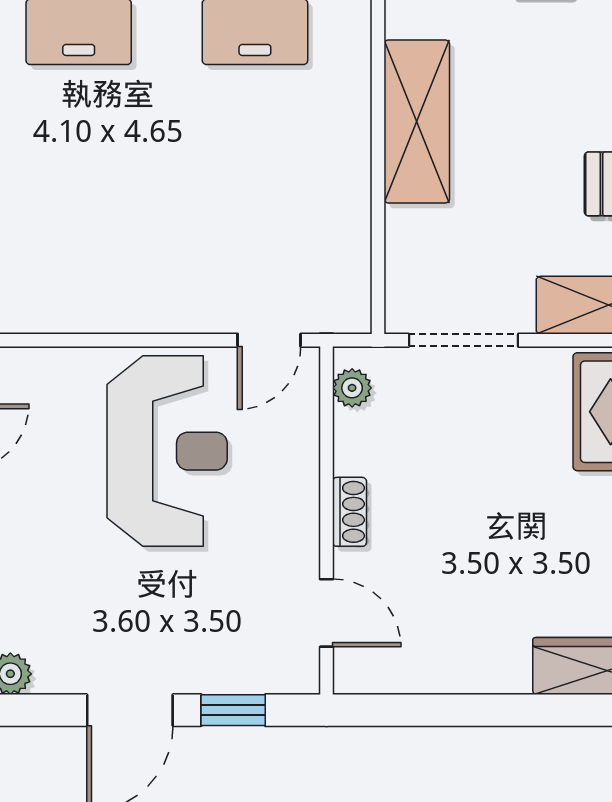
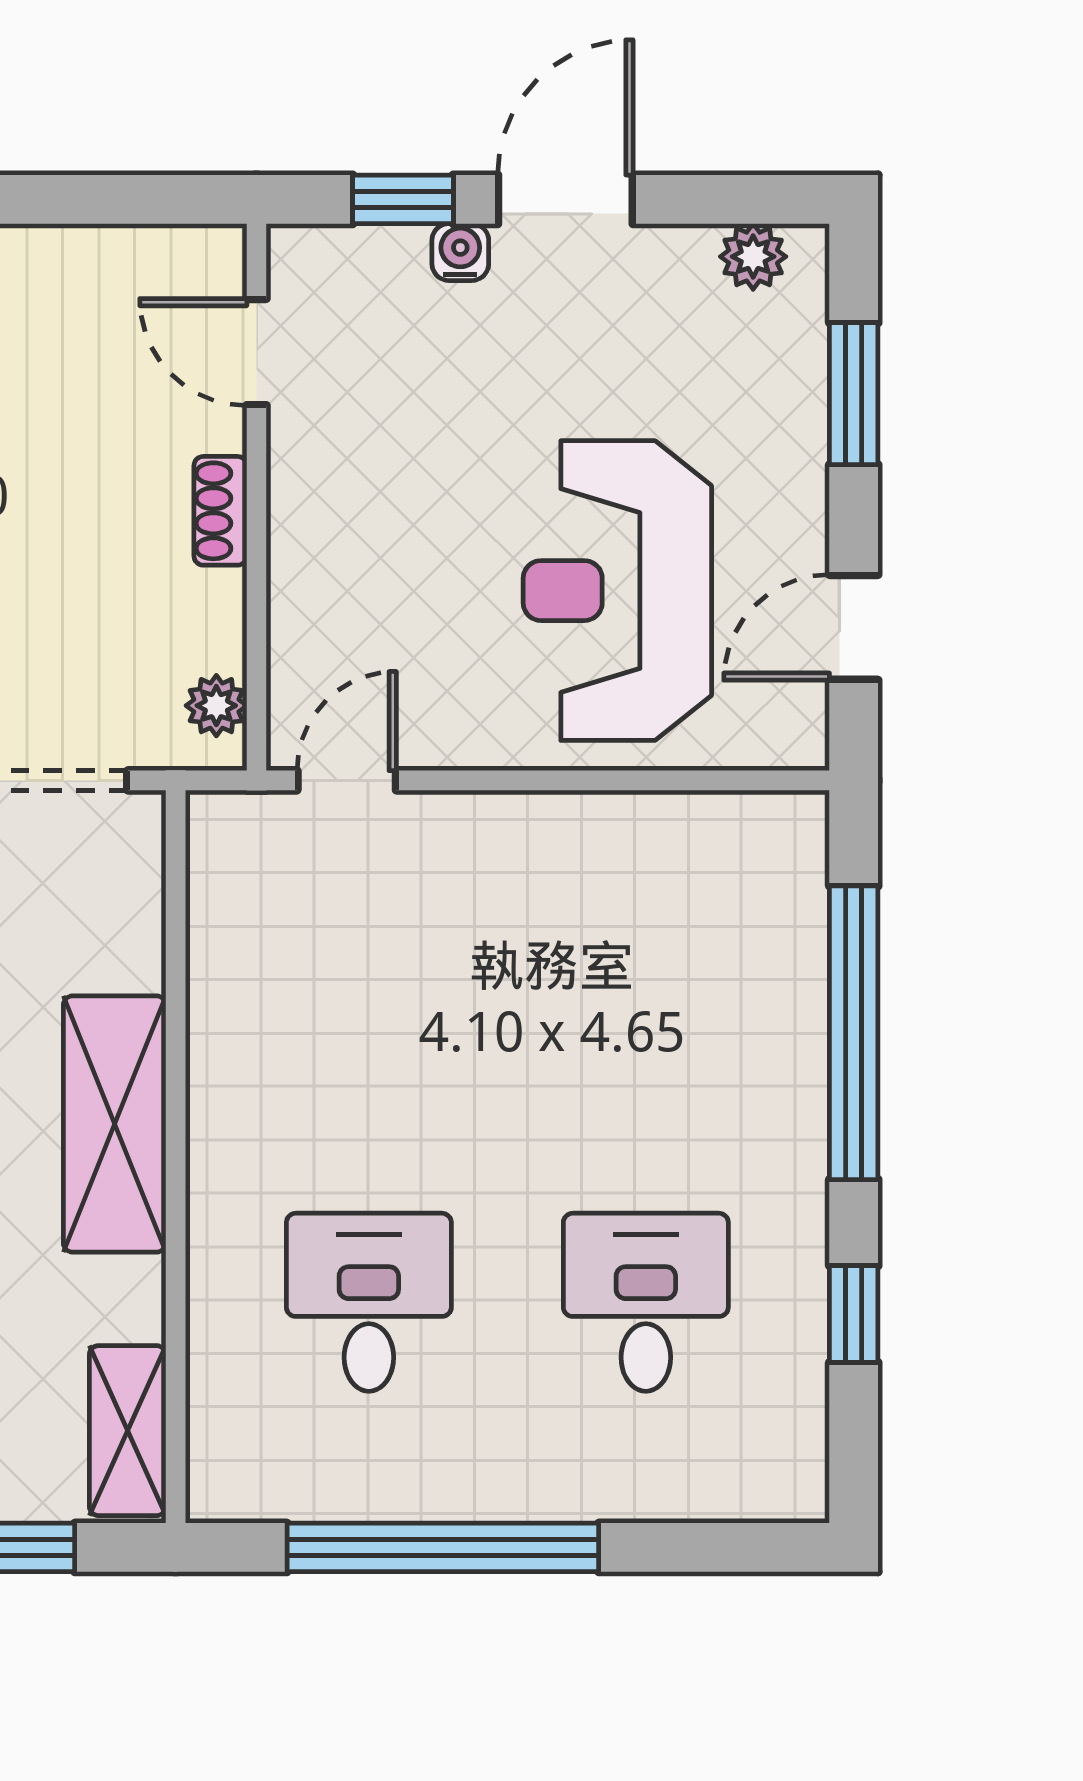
reception desk: (167, 451) -> (617, 591), moved
water cooler: (197, 677) -> (460, 252), added

